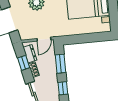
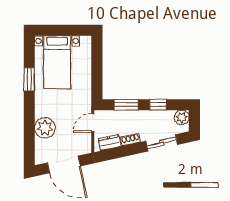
door: (44, 39) -> (93, 123), swing flipped
window: (24, 63) -> (121, 152), removed

